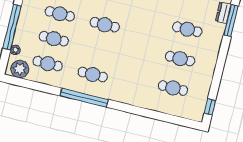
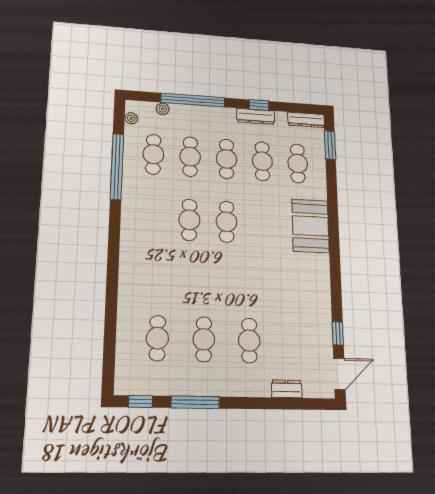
window: (231, 21) -> (195, 402), moved
plant: (20, 69) -> (131, 118), width x0.53, depth x0.53
cafe table: (93, 75) -> (189, 220), moved
window: (84, 98) -> (117, 167), moved

